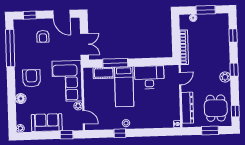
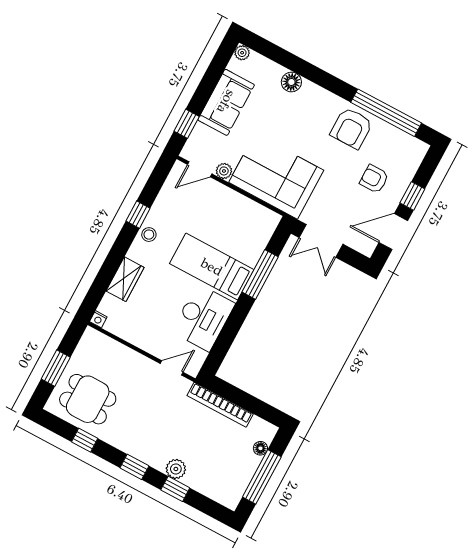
window: (206, 10) -> (262, 477), width x1.44
window: (30, 15) -> (412, 196), moved
window: (233, 35) -> (175, 489), moved
cot: (104, 73) -> (255, 245), removed
plant: (225, 77) -> (176, 469), moved
armchair: (31, 78) -> (351, 128), moved, turned 90
door: (180, 79) -> (172, 368), swing flipped
dresser: (187, 108) -> (116, 352), removed
window: (235, 111) -> (85, 440), moved
wardrobe: (152, 122) -> (125, 279), added

